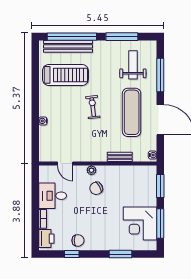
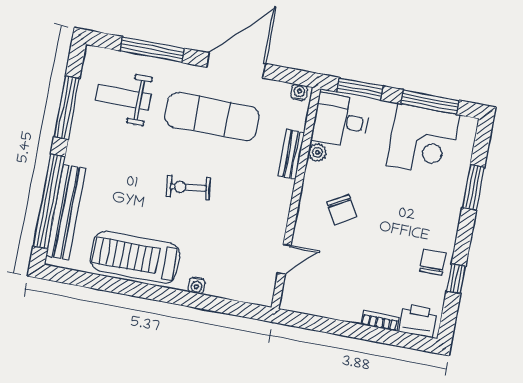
treadmill: (65, 75) -> (135, 257), moved, turned -90
plant: (91, 170) -> (317, 152), moved
desk: (53, 196) -> (341, 121), moved, turned 90

